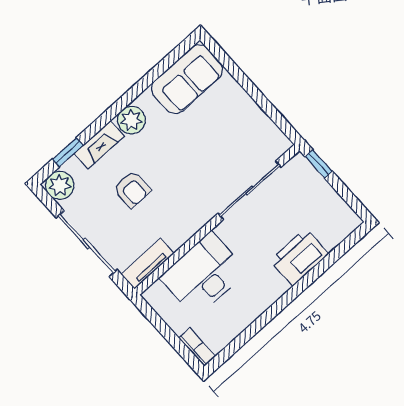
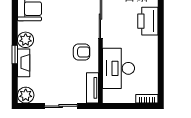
window: (68, 152) -> (15, 55), moved
armchair: (132, 189) -> (82, 52), moved
sliding door: (87, 244) -> (61, 106), width x0.73

